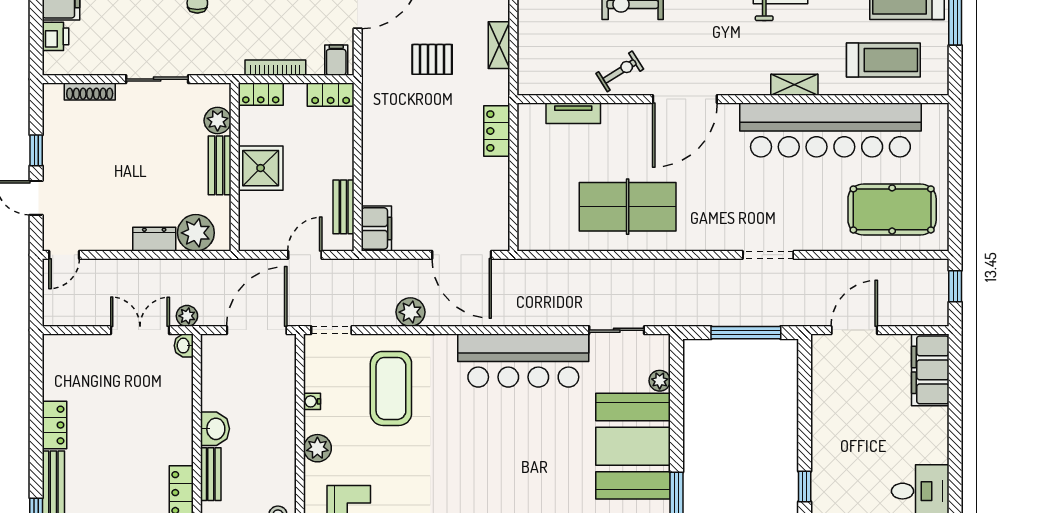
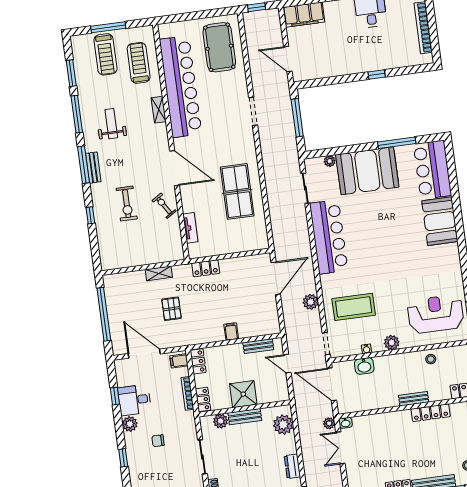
filing cabinet: (376, 229) -> (231, 332), moved, width x0.50
dresser: (154, 239) -> (292, 466), moved
washbasin: (215, 429) -> (364, 366), moved, turned 180

